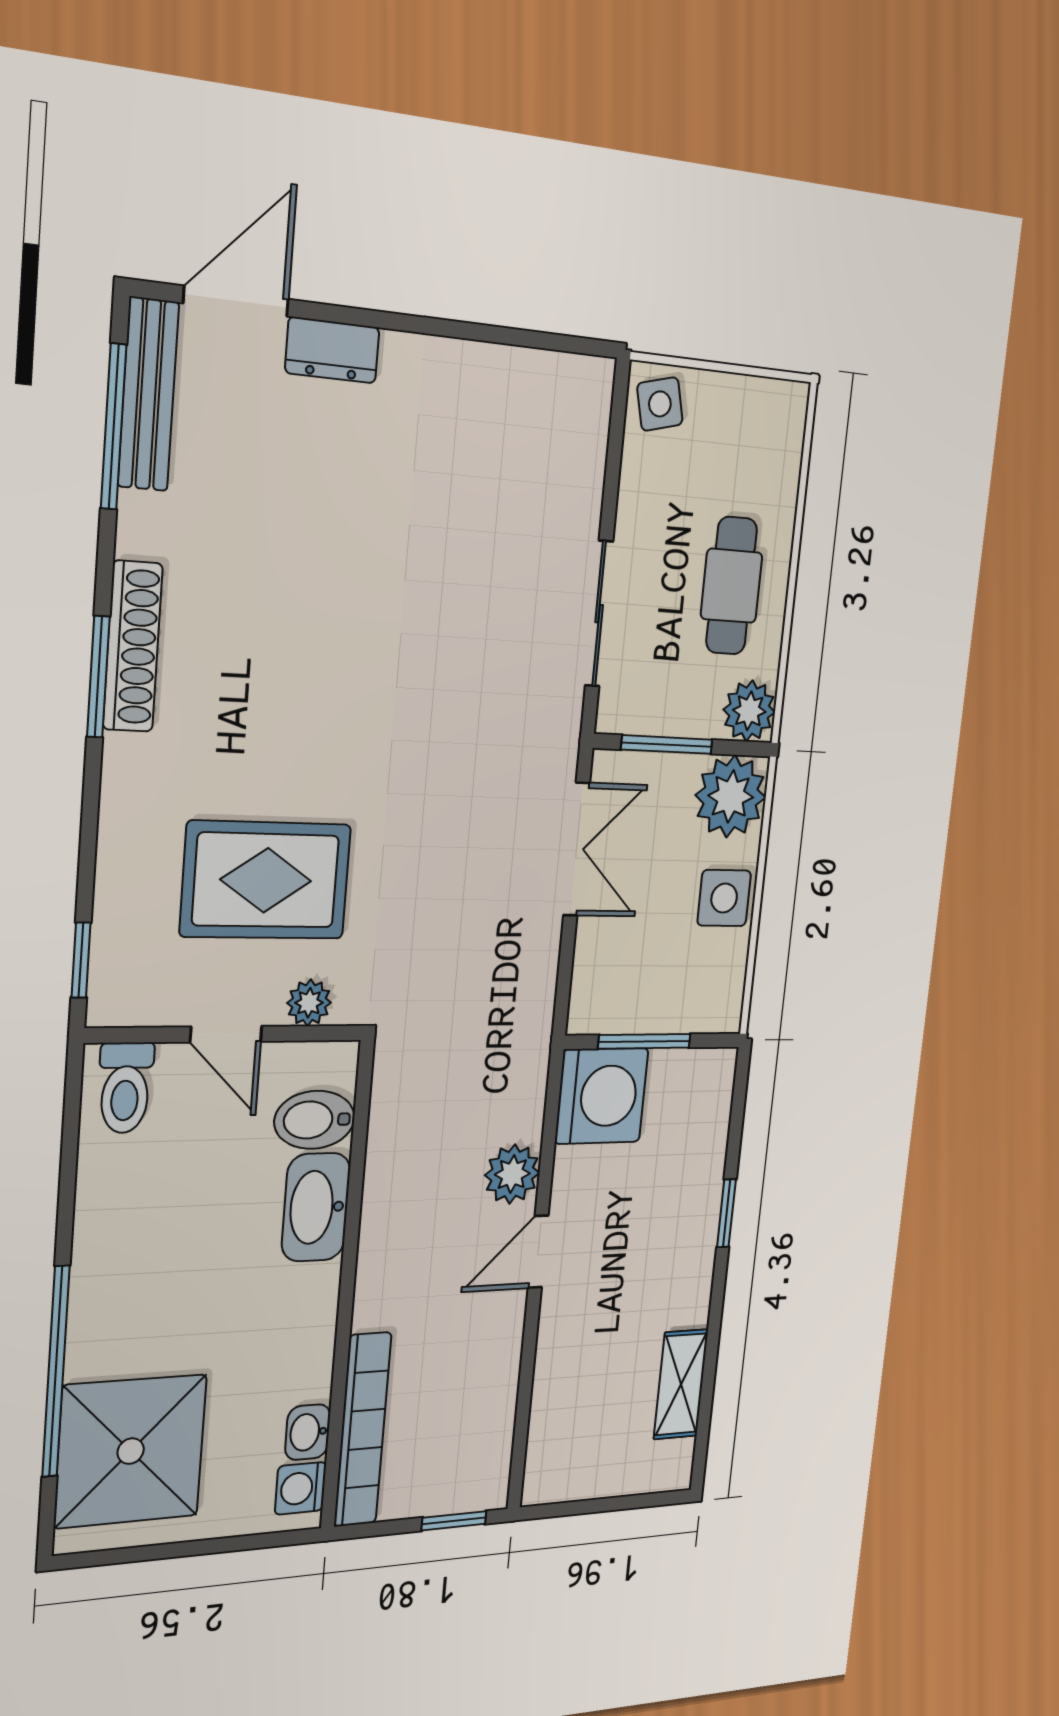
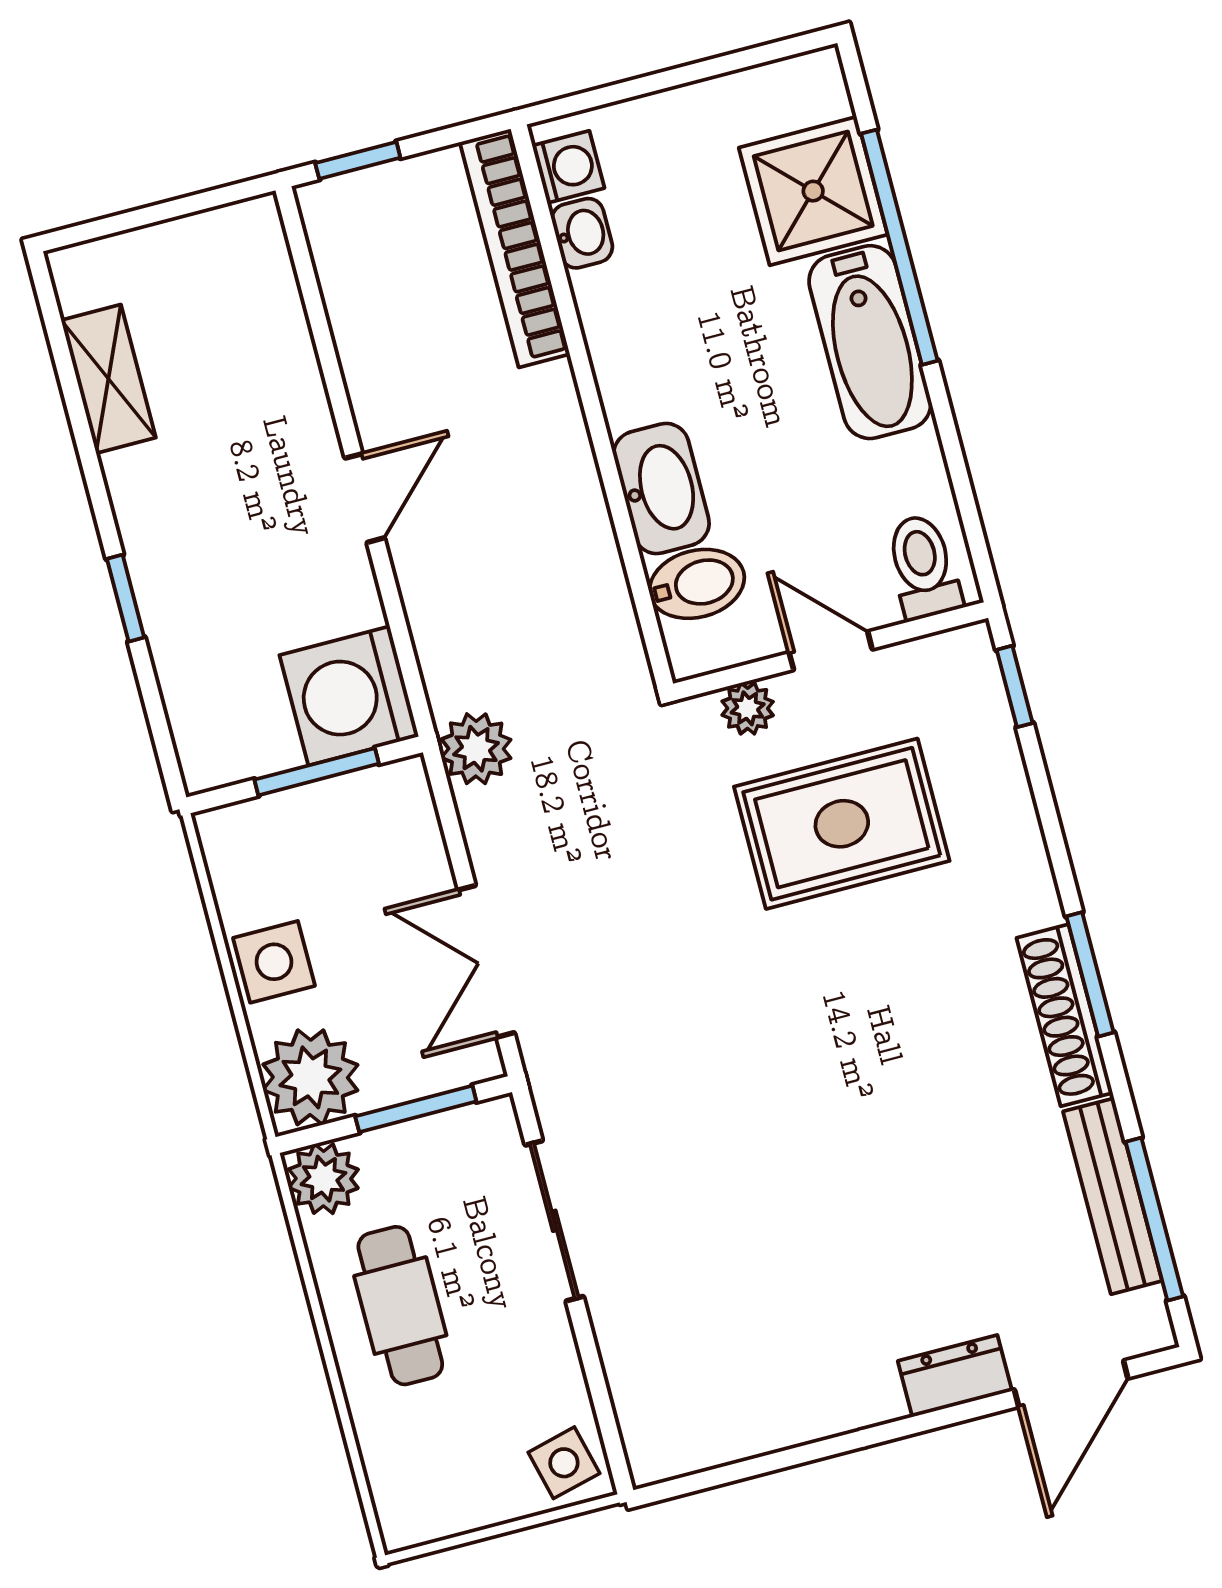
bench: (148, 394) -> (1113, 1196), moved
plant: (512, 1174) -> (476, 749), moved
bathtub: (107, 1295) -> (870, 342), added
shower: (131, 1451) -> (813, 191), width x0.73, depth x0.73

